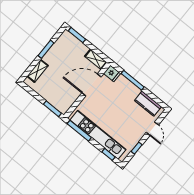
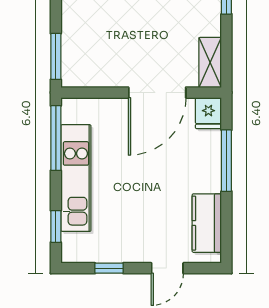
door: (91, 85) -> (157, 93), swing flipped
kitchen unit: (98, 135) -> (76, 178), width x0.73

